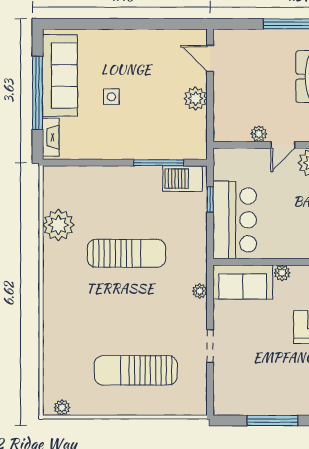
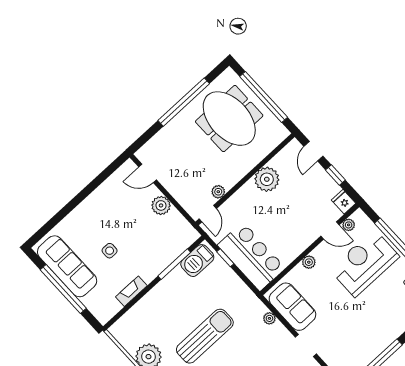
fireplace: (51, 137) -> (131, 291), moved, turned -90
door: (283, 145) -> (208, 214), moved
sofa: (243, 282) -> (292, 307), moved, turned -90

